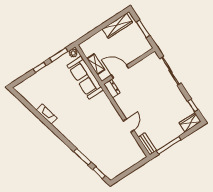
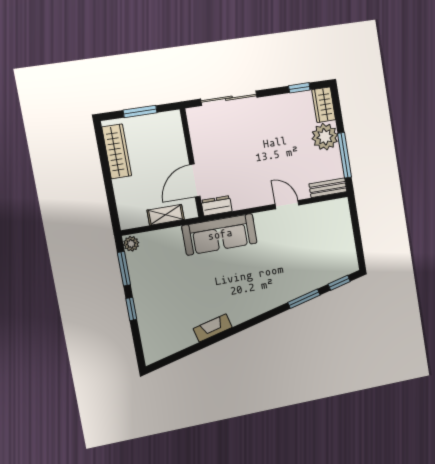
sofa: (85, 78) -> (220, 234), moved
plant: (174, 130) -> (325, 137), added

